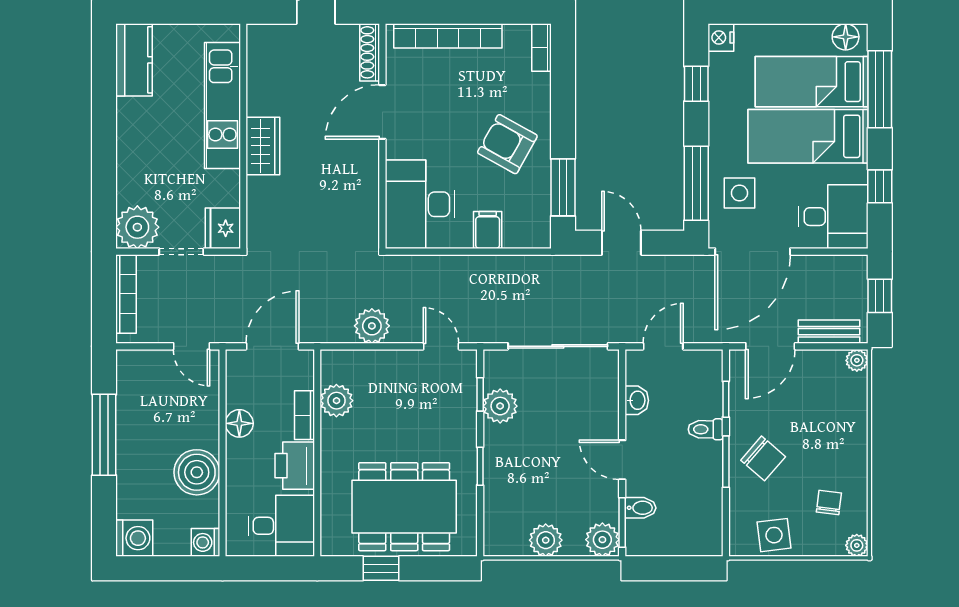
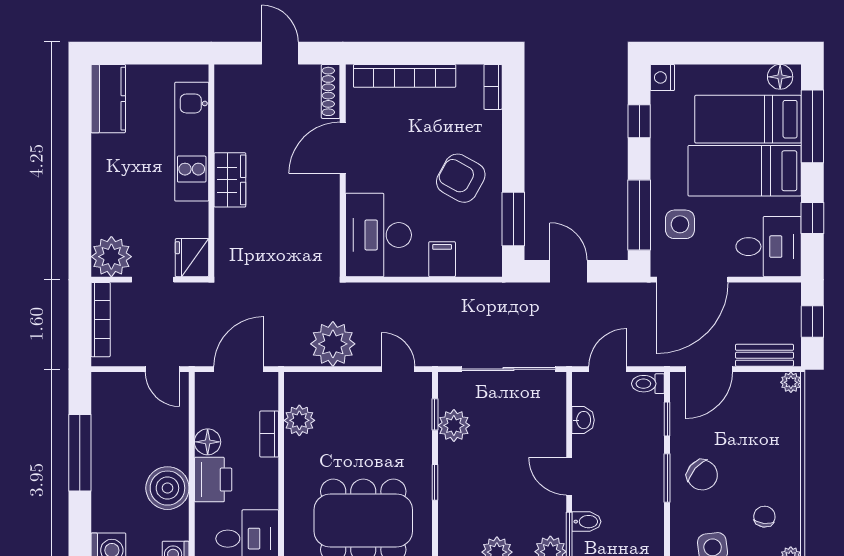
plant: (372, 326) -> (333, 344), width x1.36, depth x1.36
toilet: (706, 429) -> (648, 384), moved
printer: (295, 466) -> (213, 480), moved, turned 180

